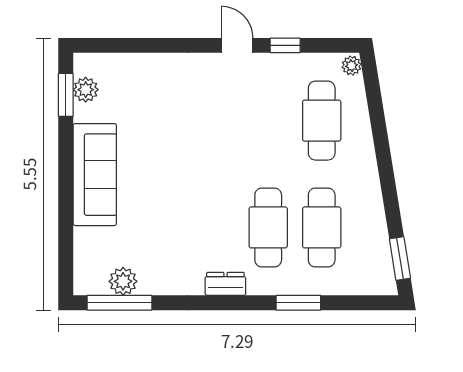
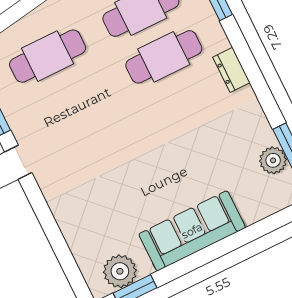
plant: (86, 90) -> (120, 271), width x1.36, depth x1.36

